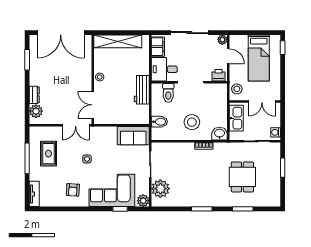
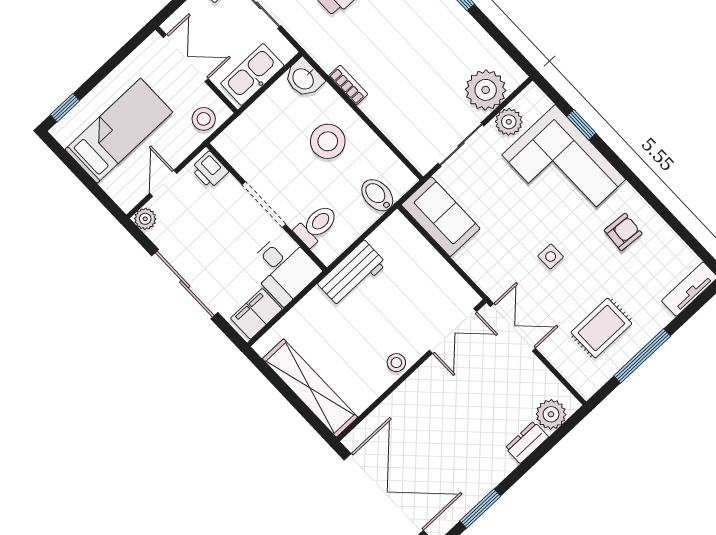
plant: (143, 201) -> (509, 122), moved

